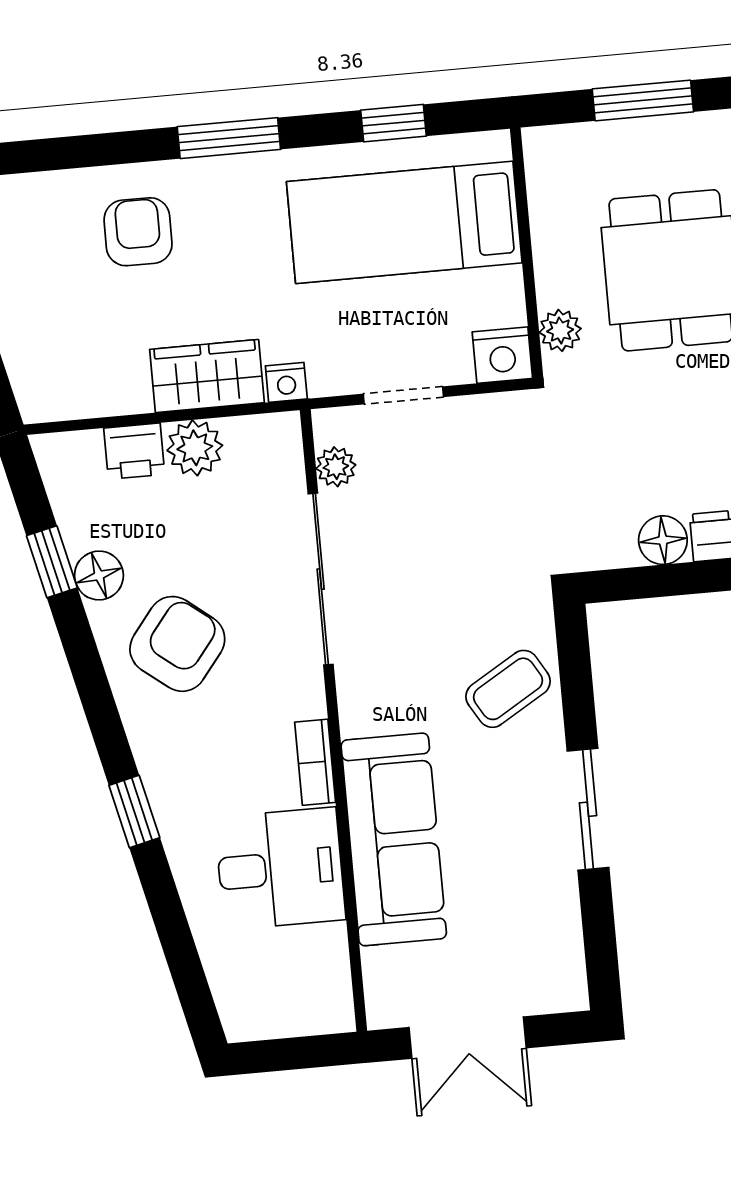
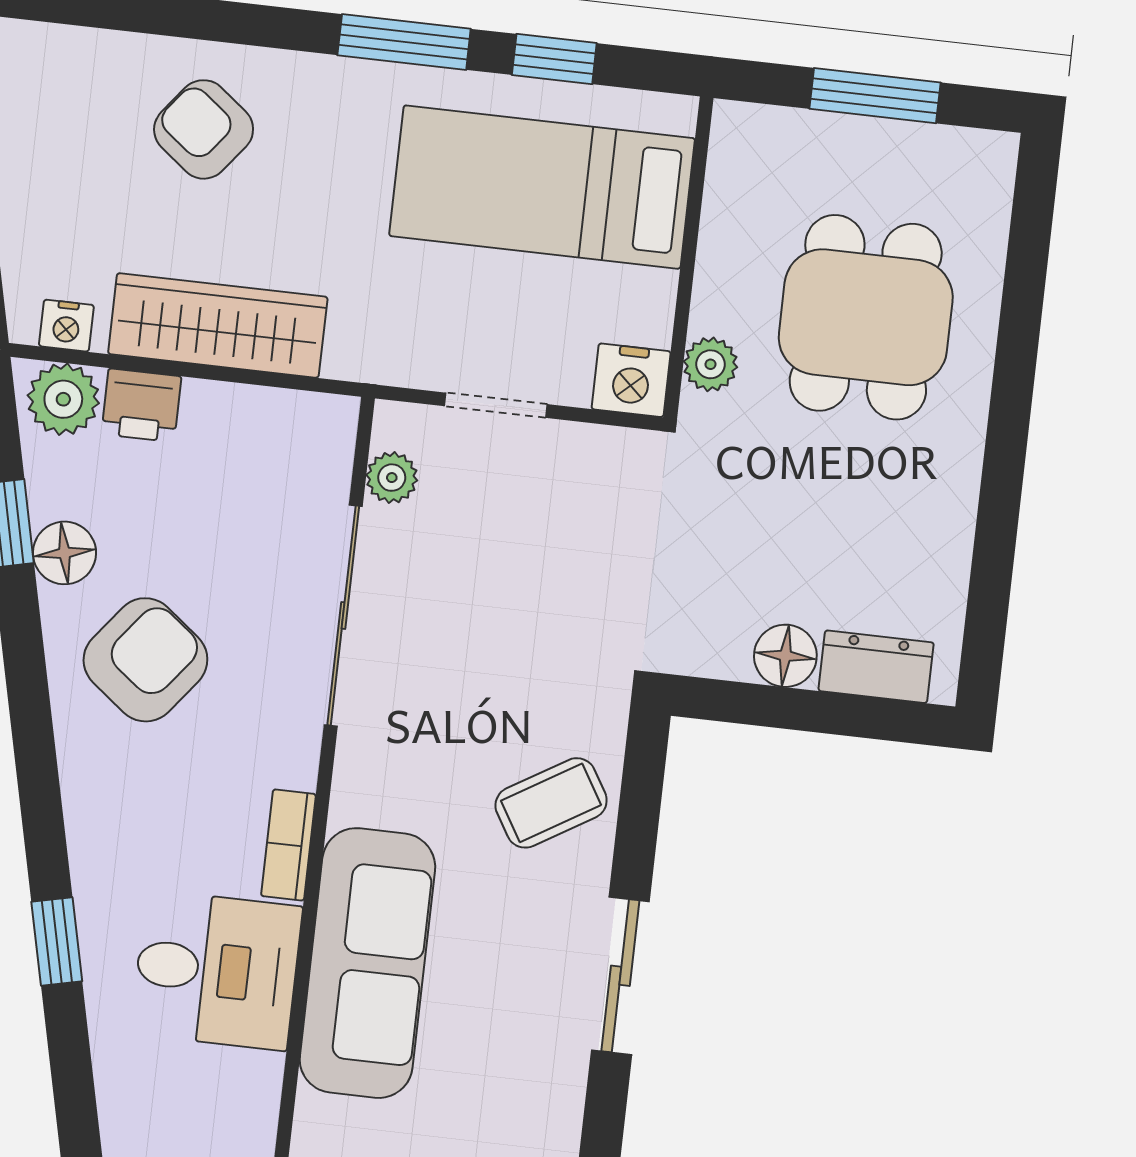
window: (229, 138) -> (404, 42), moved
armchair: (138, 232) -> (204, 129), turned -52
wardrobe: (207, 376) -> (218, 325), width x1.50
nightstand: (286, 382) -> (66, 326), moved
plant: (195, 448) -> (63, 399), moved
window: (134, 811) -> (57, 942), moved

